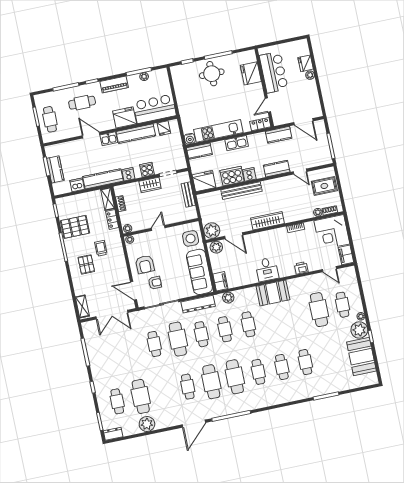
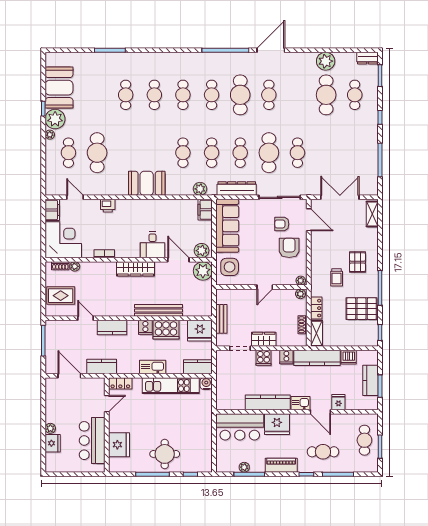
fridge: (164, 128) -> (338, 402), moved
desk: (267, 269) -> (152, 245), moved, turned 180
cafe table: (235, 377) -> (212, 95), width x0.73, depth x0.74

